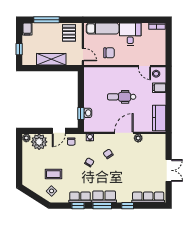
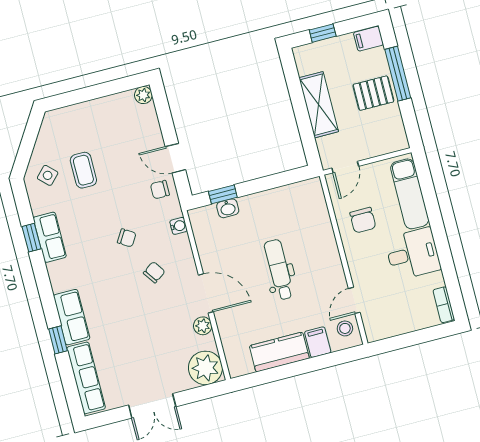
pallet: (69, 33) -> (373, 93), moved
kitchen counter: (159, 118) -> (279, 352), moved
plant: (39, 142) -> (205, 368), moved
row of seats: (104, 197) -> (72, 317), moved
window: (102, 206) -> (44, 288), removed

